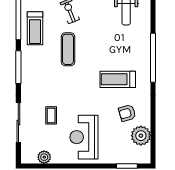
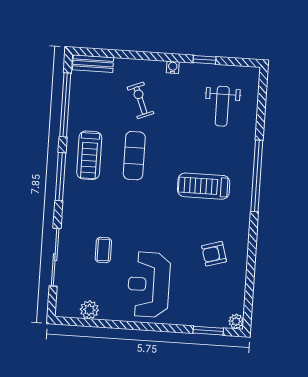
treadmill: (35, 28) -> (89, 155), moved
treadmill: (118, 79) -> (204, 186), moved
plant: (141, 136) -> (236, 321), moved, width x0.53, depth x0.53

